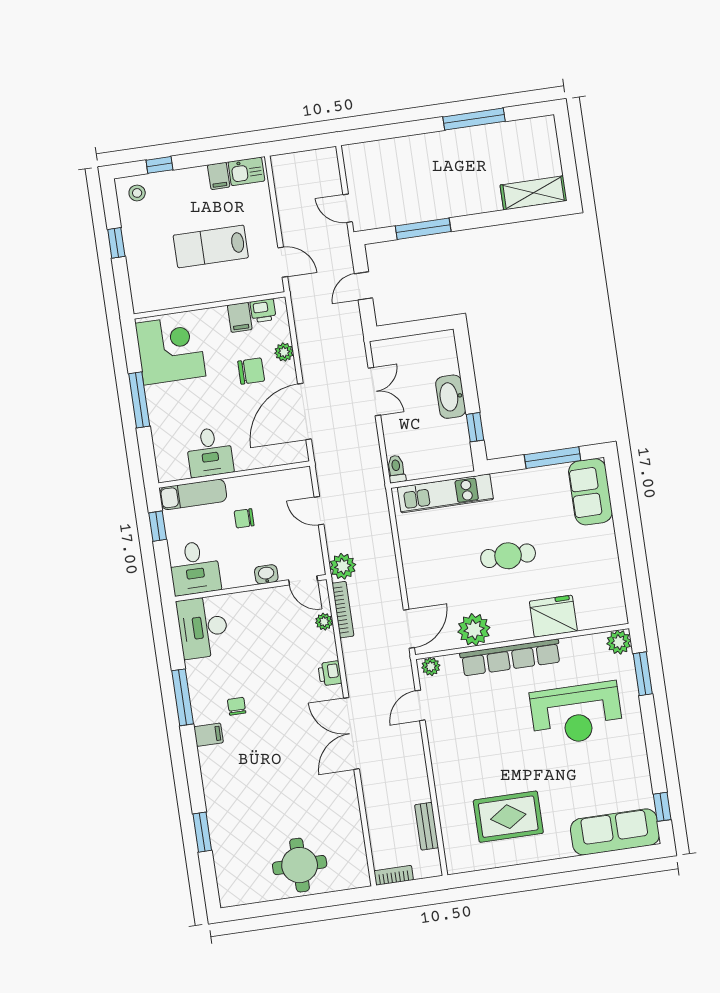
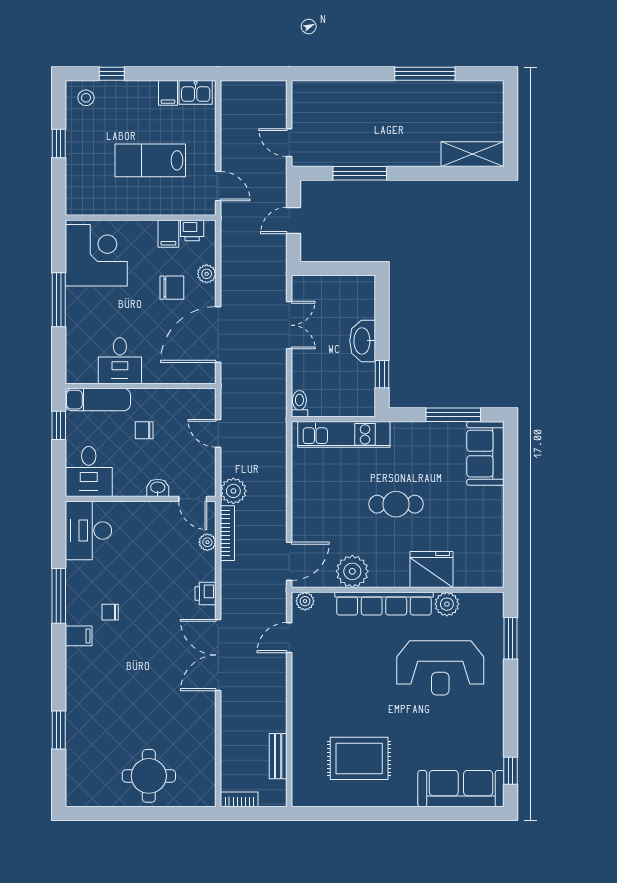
plant: (619, 642) -> (447, 604), moved
chair: (237, 706) -> (110, 612), turned -90

